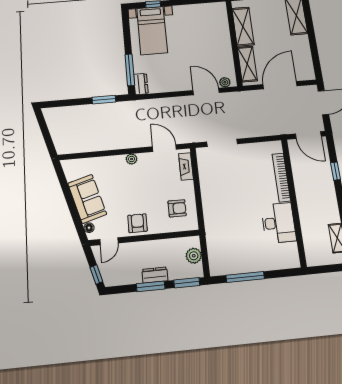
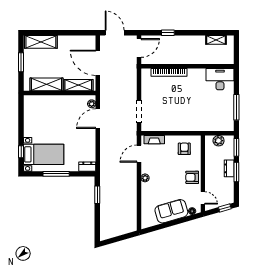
window: (130, 70) -> (56, 174), moved
desk: (278, 223) -> (220, 79), moved

